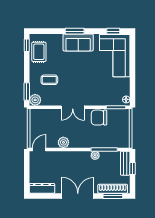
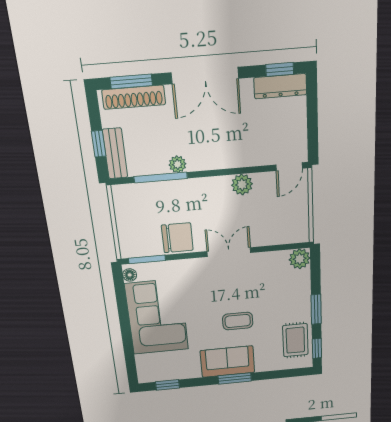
corner sofa: (115, 56) -> (157, 317), moved
coffee table: (49, 80) -> (238, 321), moved
window: (27, 91) -> (316, 309), moved
window: (42, 196) -> (280, 69), added

